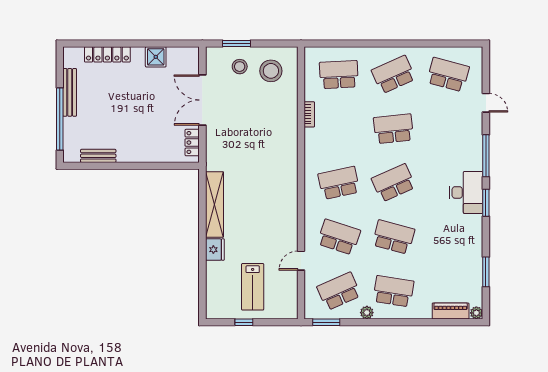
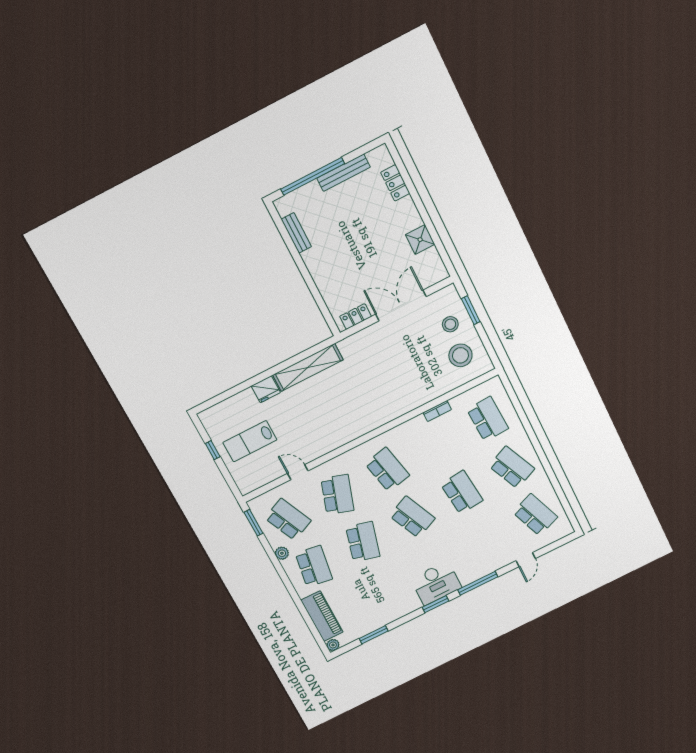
locker: (107, 54) -> (395, 183), width x0.66
school desk: (448, 75) -> (535, 515), turned -36
piano: (451, 311) -> (322, 616), width x1.37, depth x1.33

